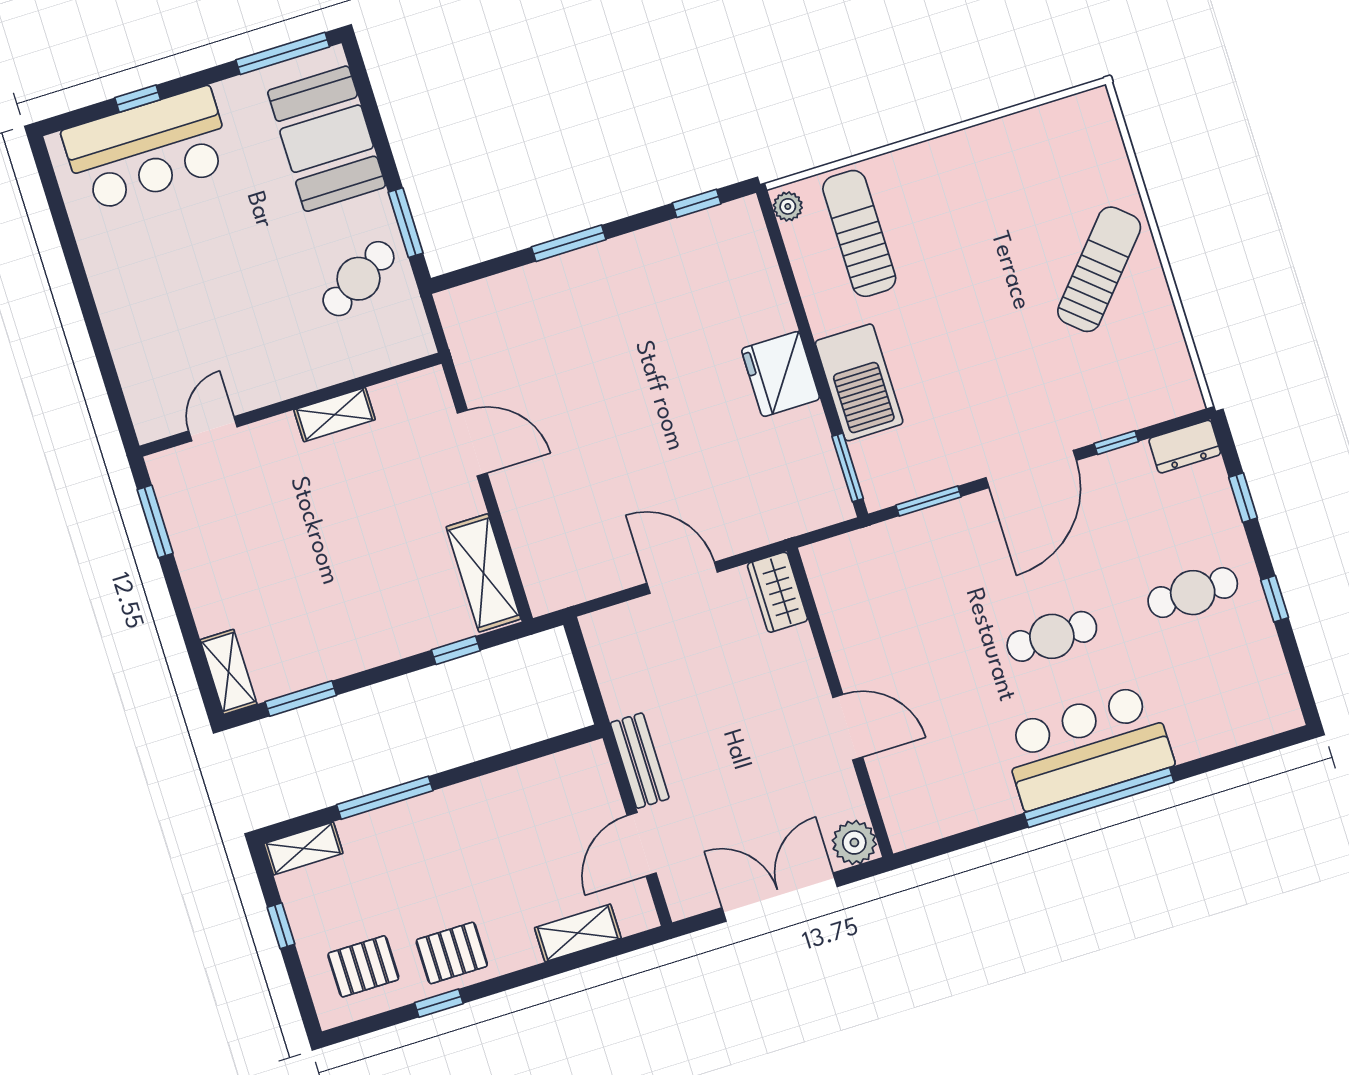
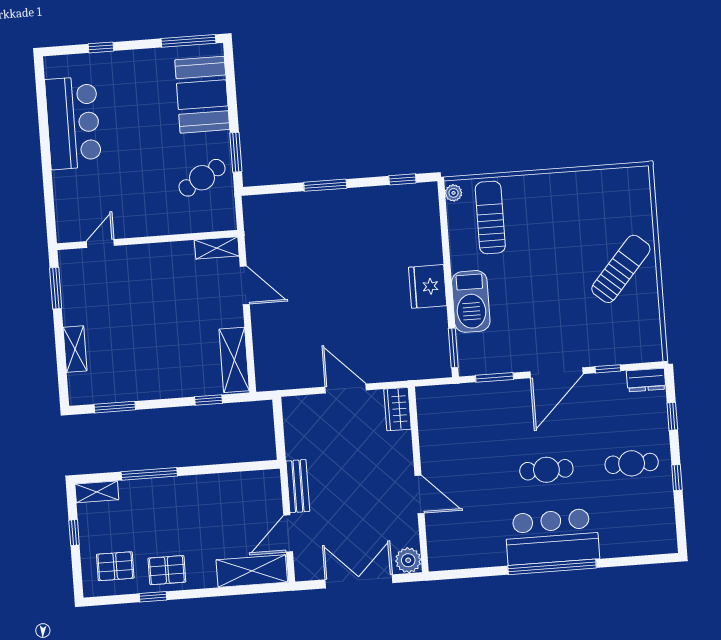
bar counter: (148, 149) -> (73, 123), moved, turned -90
shelving: (335, 415) -> (217, 248), moved
shelving: (229, 672) -> (75, 349), moved
shelving: (578, 933) -> (252, 571), width x1.50, depth x1.33

